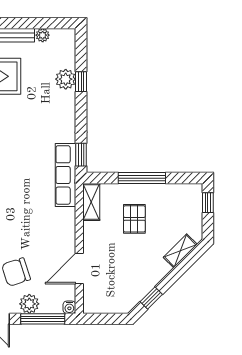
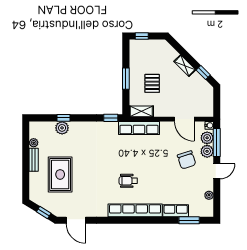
row of seats: (65, 175) -> (139, 128), moved
window: (142, 178) -> (126, 79), width x0.69
pallet: (134, 219) -> (152, 83), turned 90
shelving: (180, 251) -> (185, 66), moved
plant: (50, 304) -> (207, 138), added

